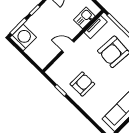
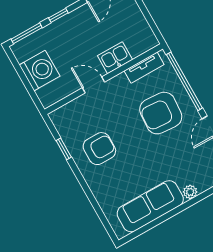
kitchen sink: (84, 18) -> (115, 58), moved
washing machine: (23, 37) -> (40, 71), moved

